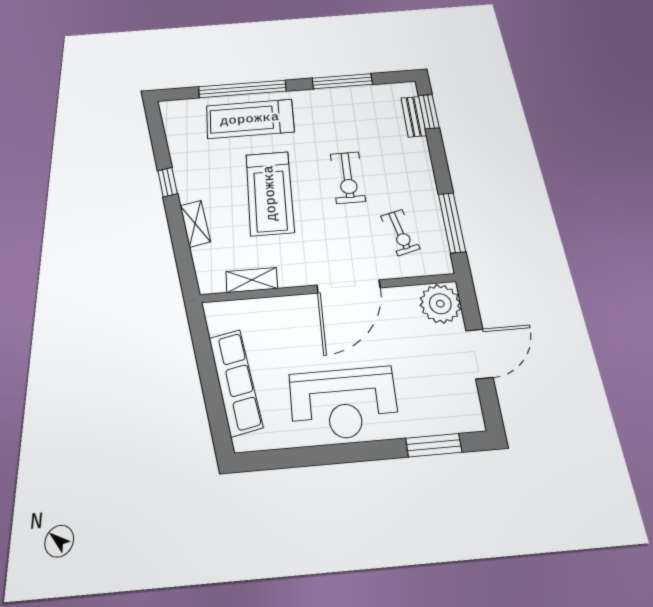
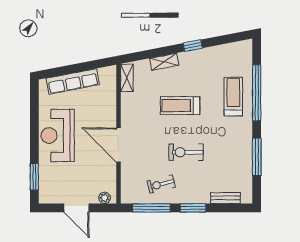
window: (429, 111) -> (193, 208), moved
treadmill: (250, 119) -> (233, 97), width x0.73, depth x0.73
treadmill: (270, 193) -> (180, 106), width x0.73, depth x0.73
exercise bike: (400, 232) -> (161, 184), moved
shelving: (252, 280) -> (127, 78), moved
plant: (440, 304) -> (105, 198), width x0.53, depth x0.53

